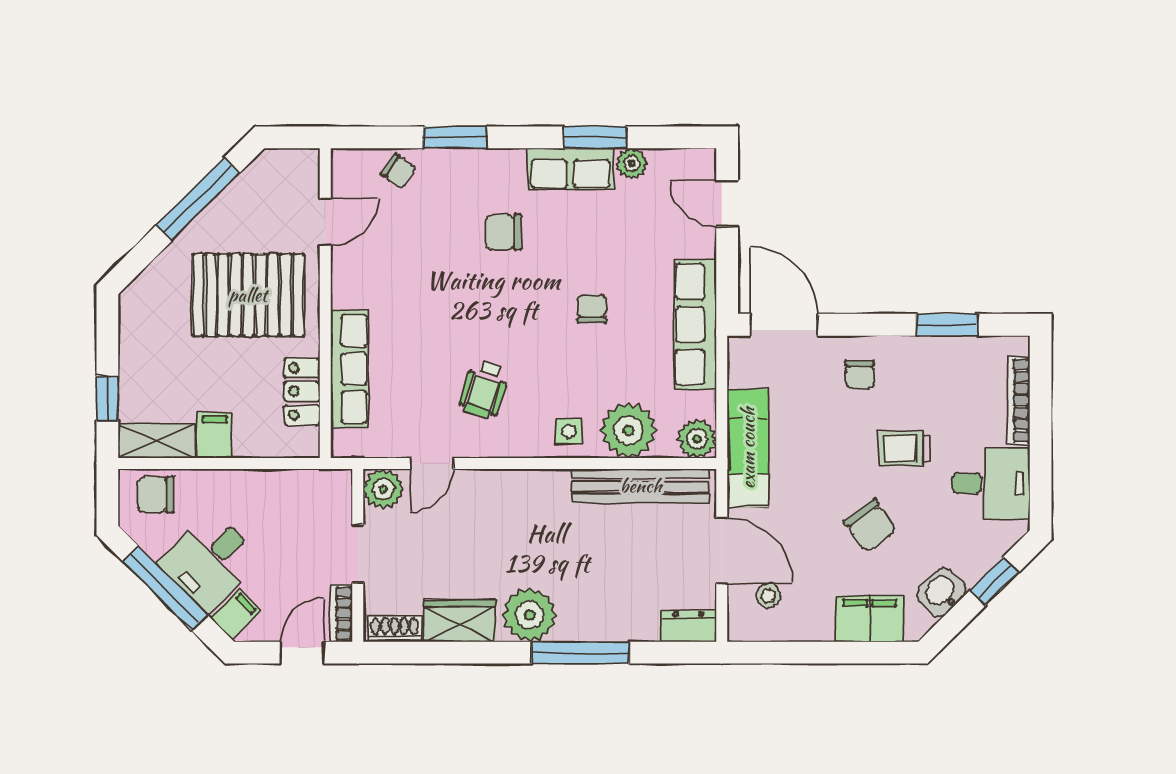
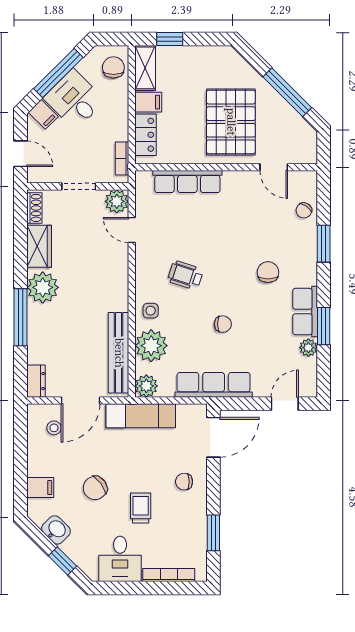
wheelchair: (484, 389) -> (185, 275), moved
locker: (302, 392) -> (146, 135), moved, turned 90
bookcase: (341, 614) -> (122, 158), moved, turned -90
filing cabinet: (870, 619) -> (40, 488), width x0.50

